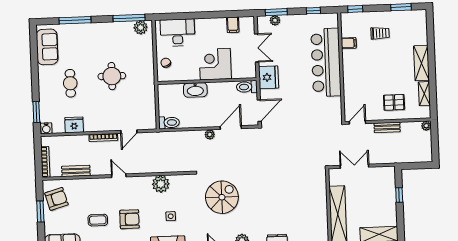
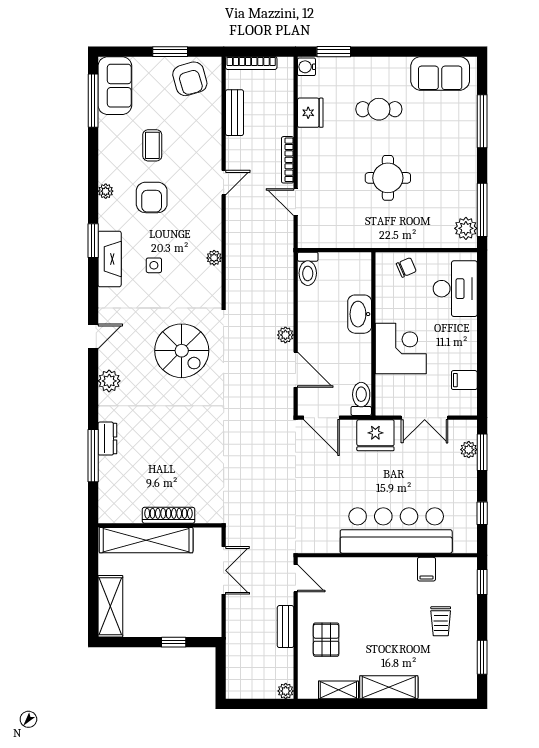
plant: (161, 184) -> (214, 258), width x0.53, depth x0.53
shoe rack: (322, 201) -> (169, 515), added

